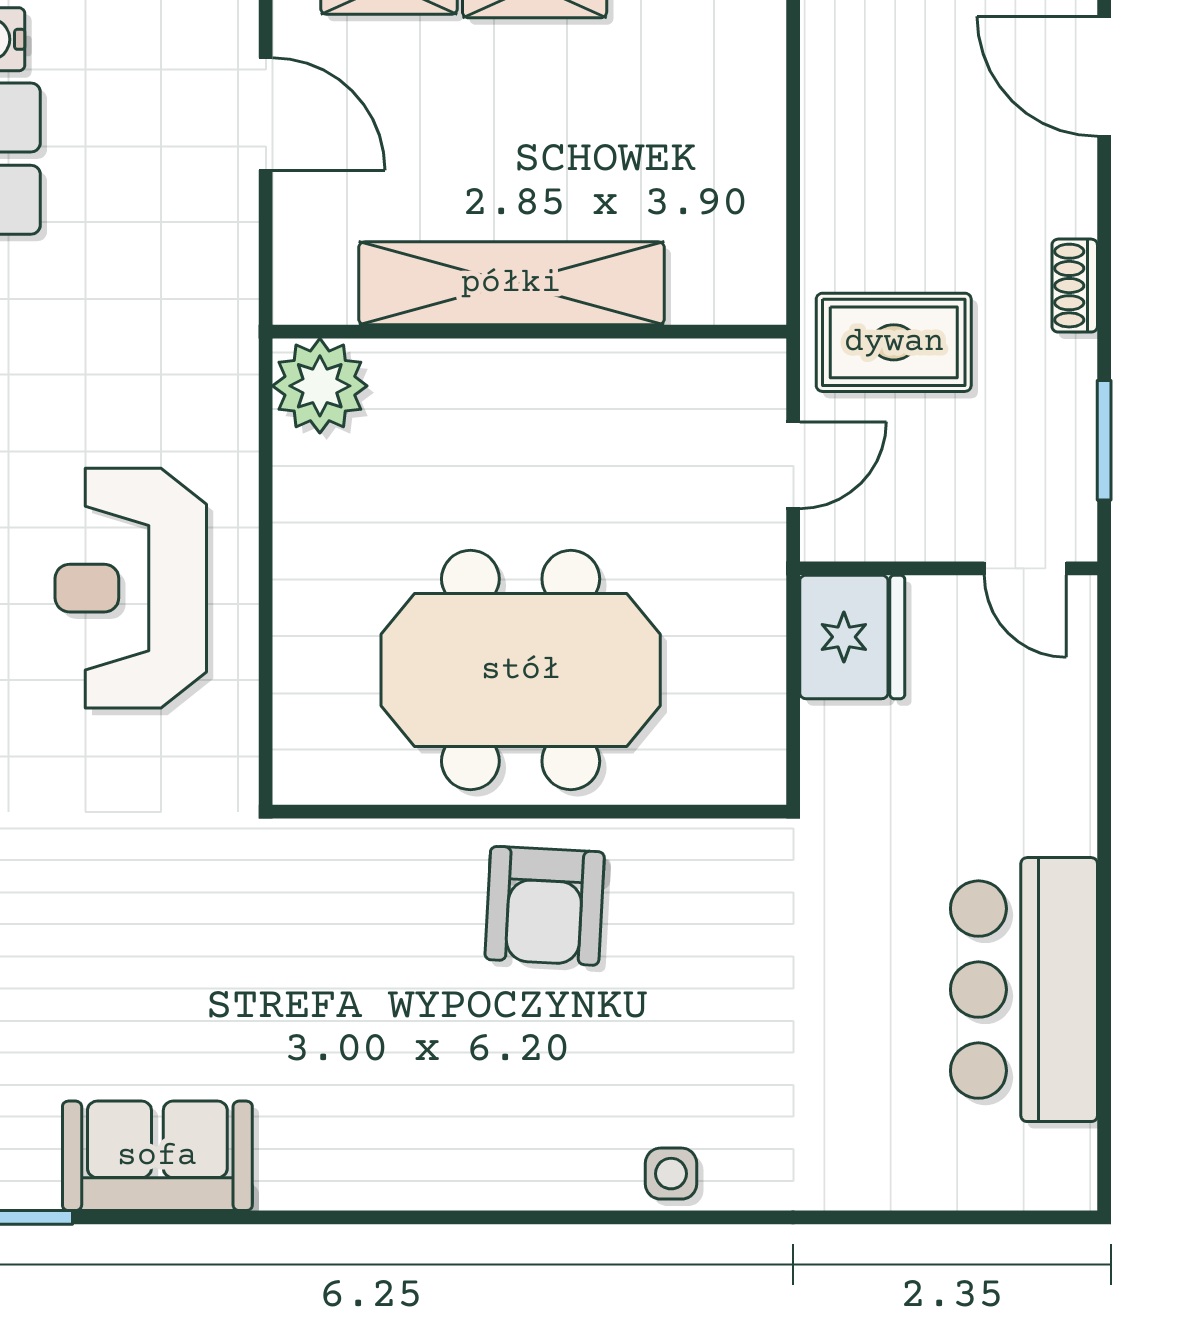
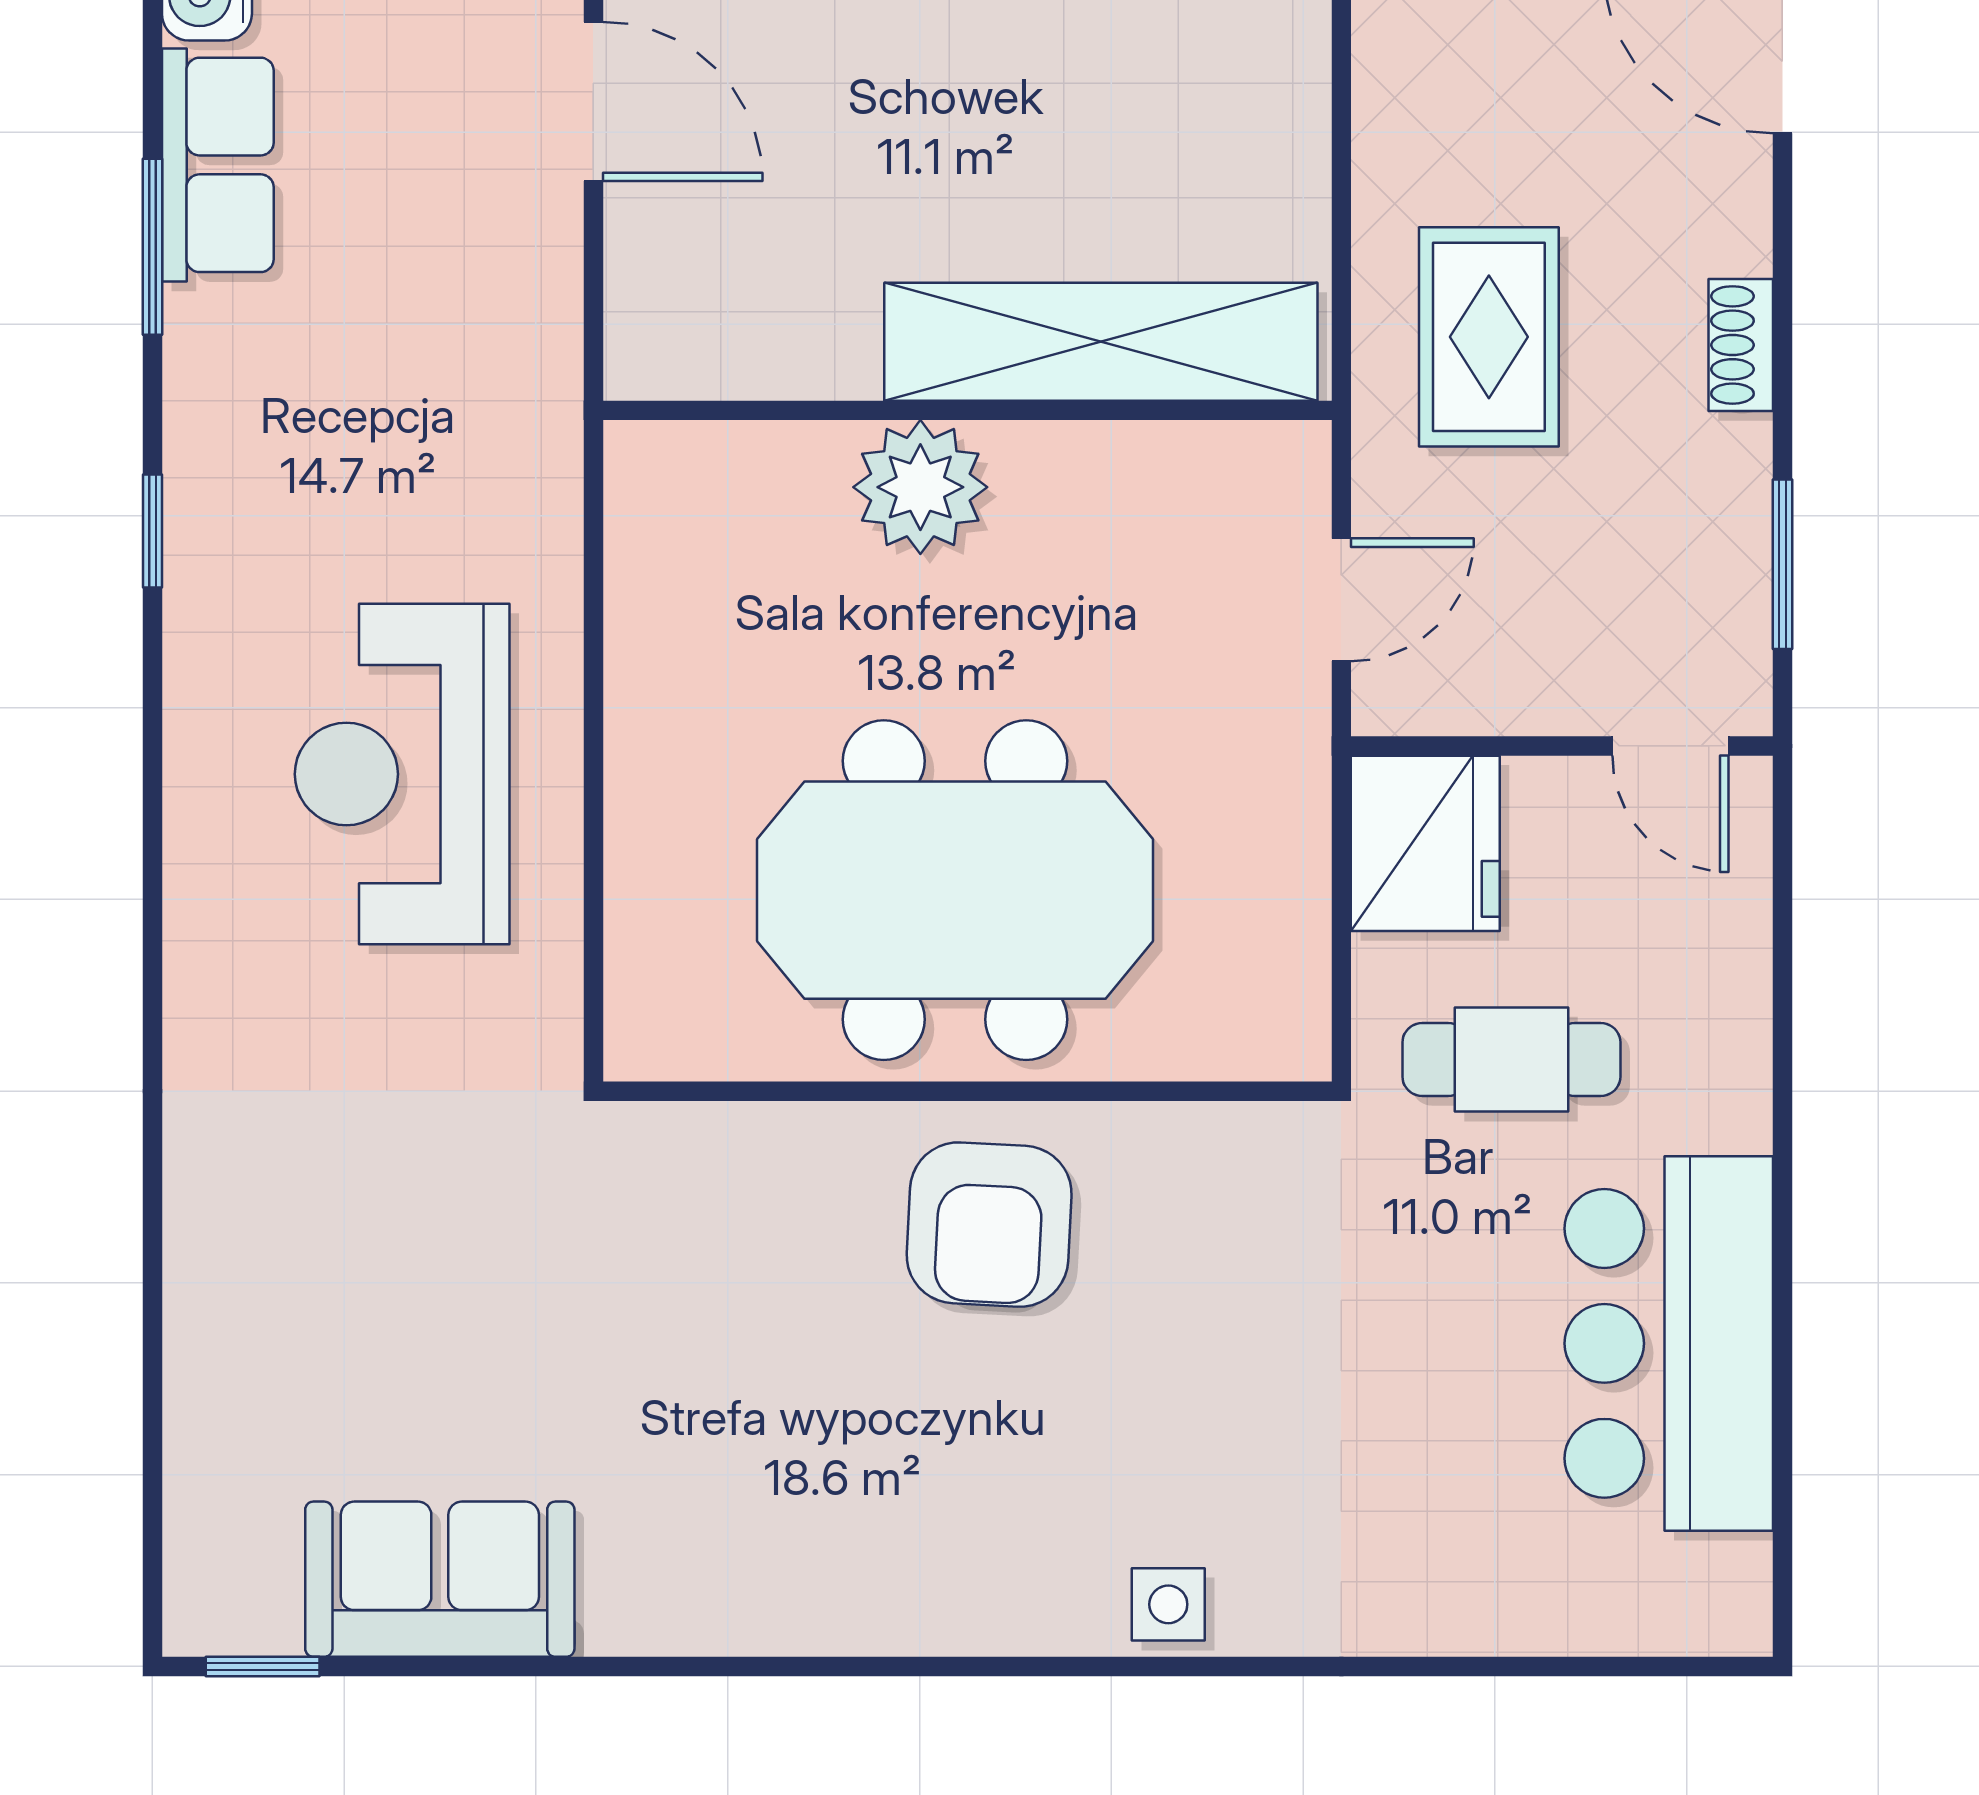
shelving: (511, 283) -> (1101, 342), moved
rug: (894, 342) -> (1489, 337), moved, turned 90
plant: (320, 386) -> (920, 487), moved
cafe table: (913, 789) -> (1511, 1060), added

